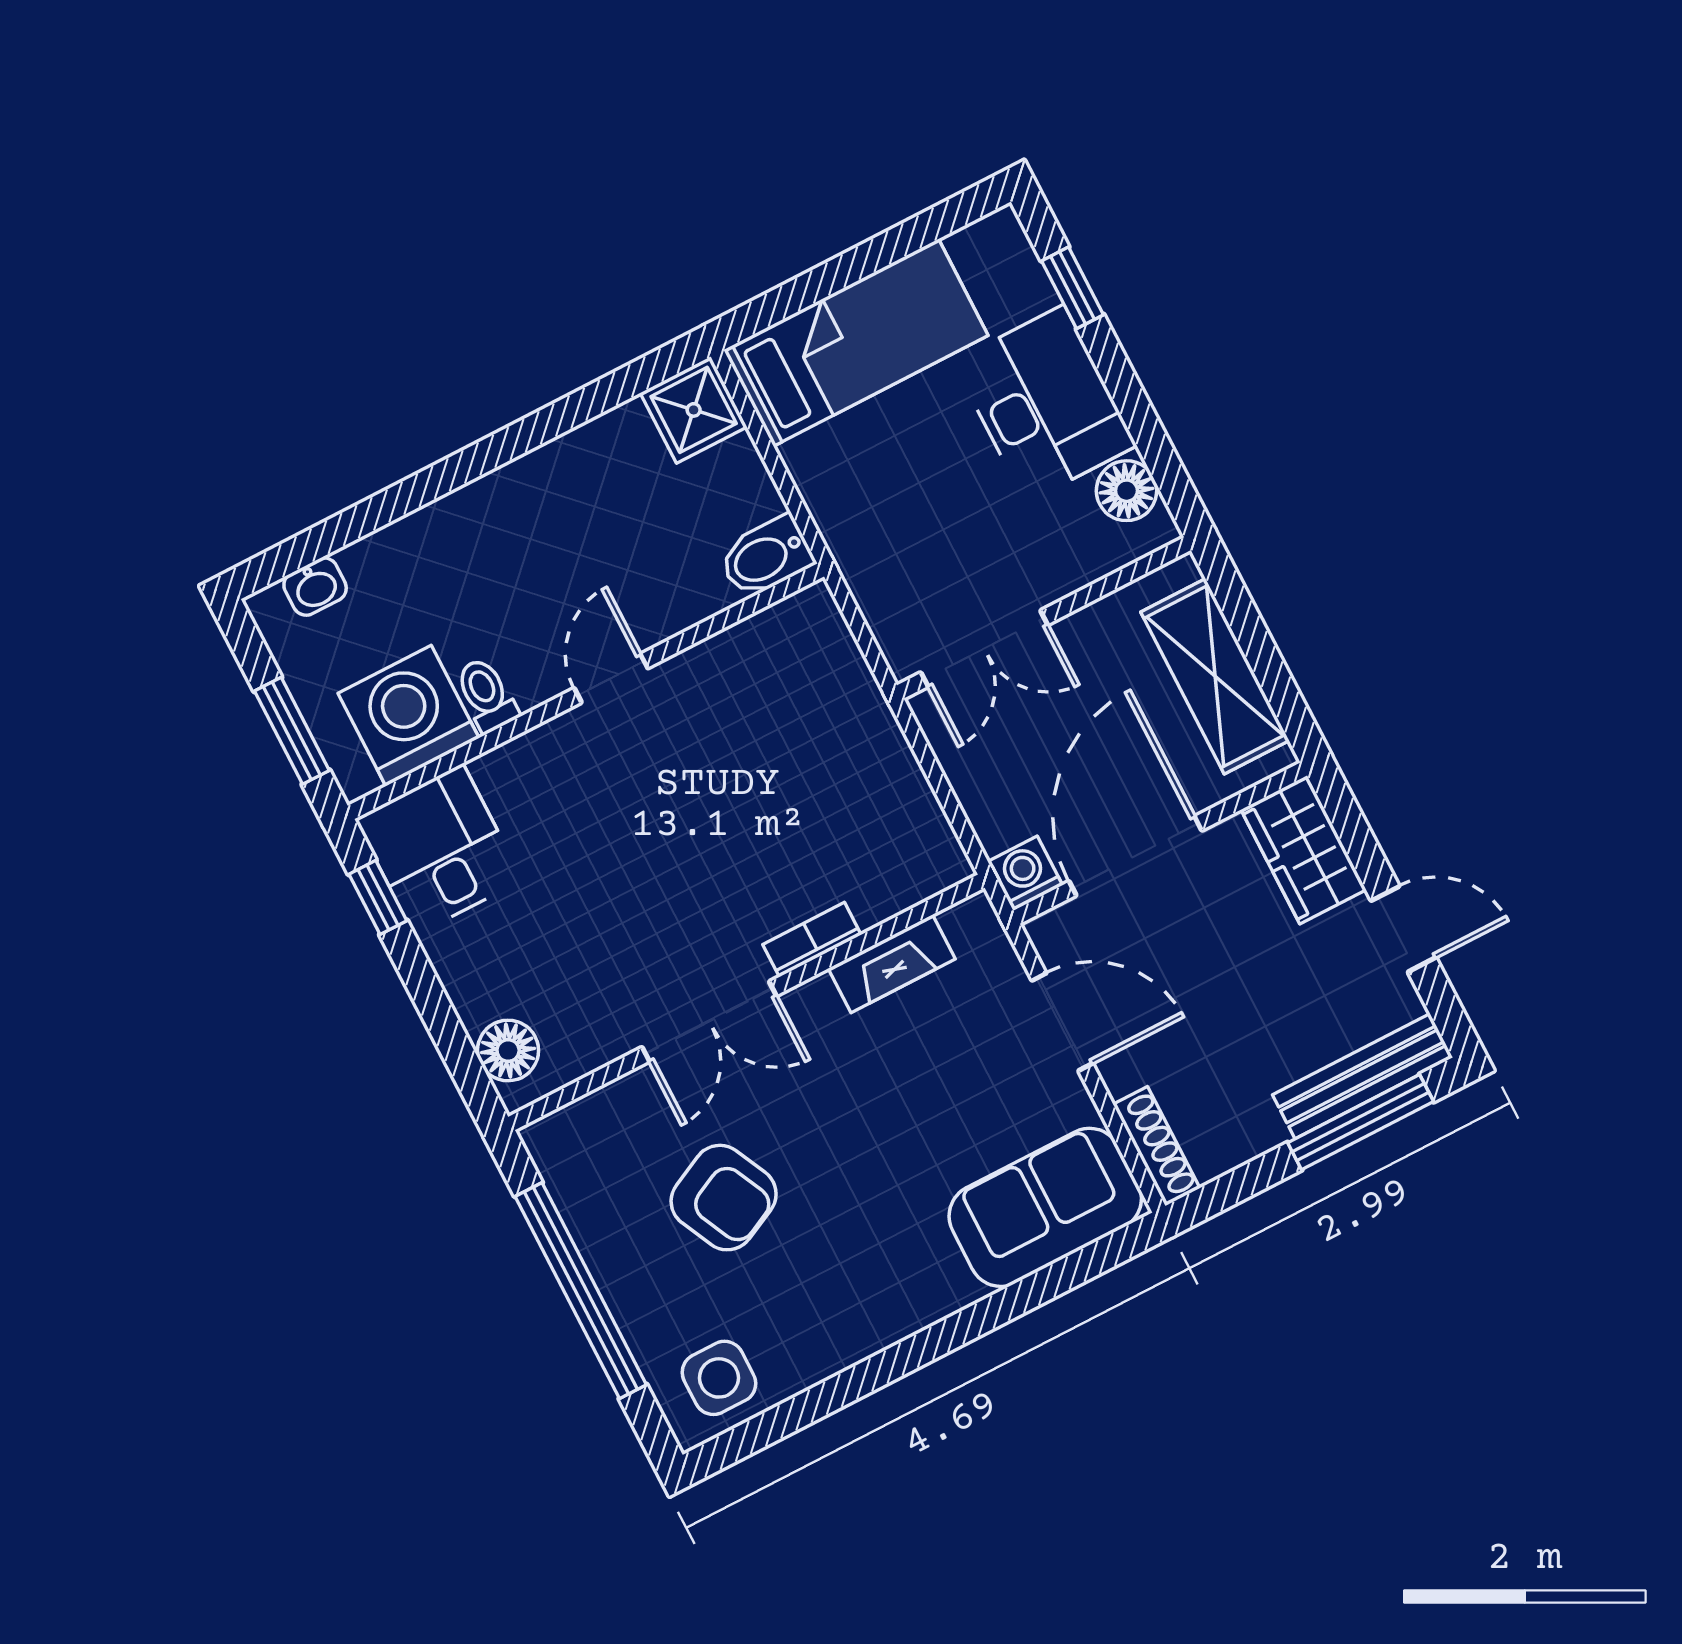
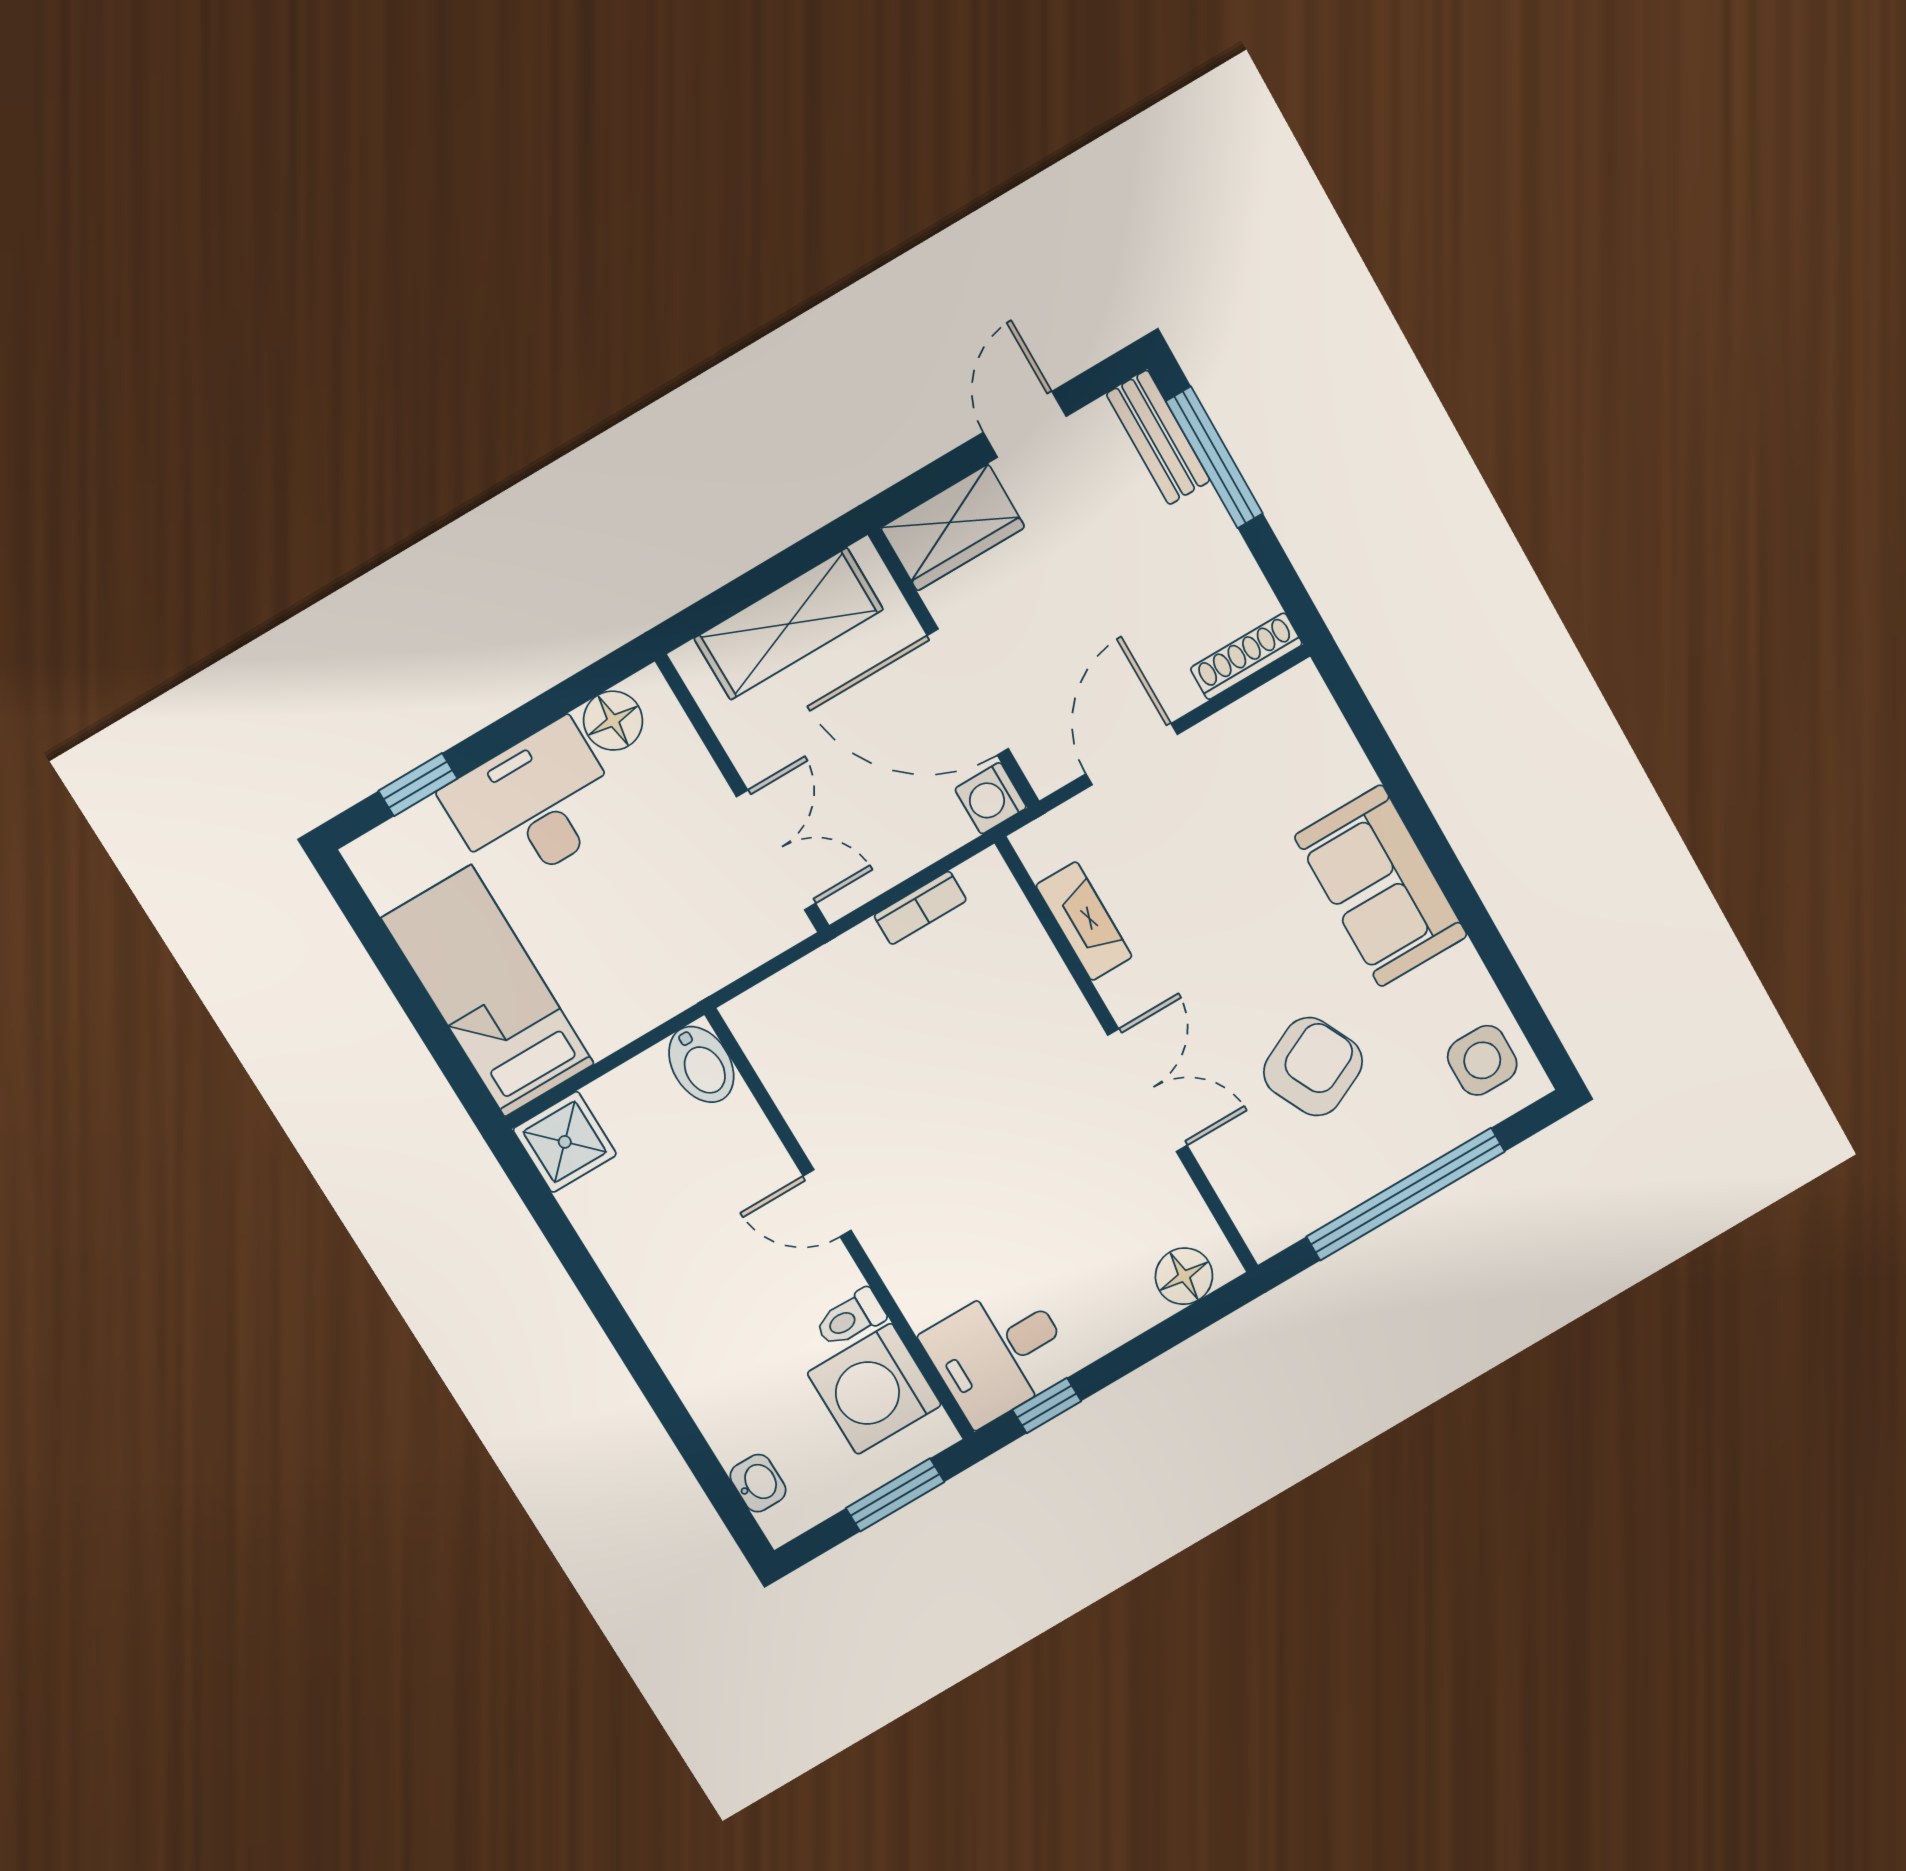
bookcase: (812, 940) -> (920, 908), moved, turned -90
bench: (1363, 1076) -> (1158, 437), width x0.73
sofa: (1045, 1207) -> (1381, 886), moved

